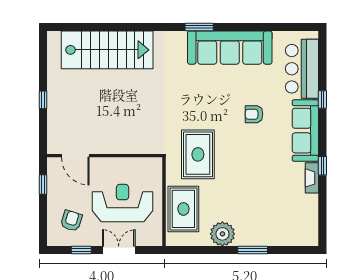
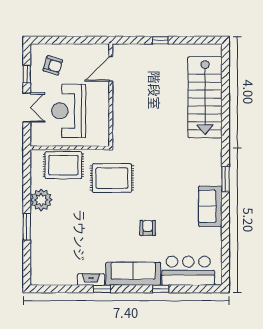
sofa: (230, 48) -> (210, 206), width x0.54, depth x0.79
window: (43, 185) -> (85, 40), removed
reception desk: (123, 203) -> (69, 111), turned 180

